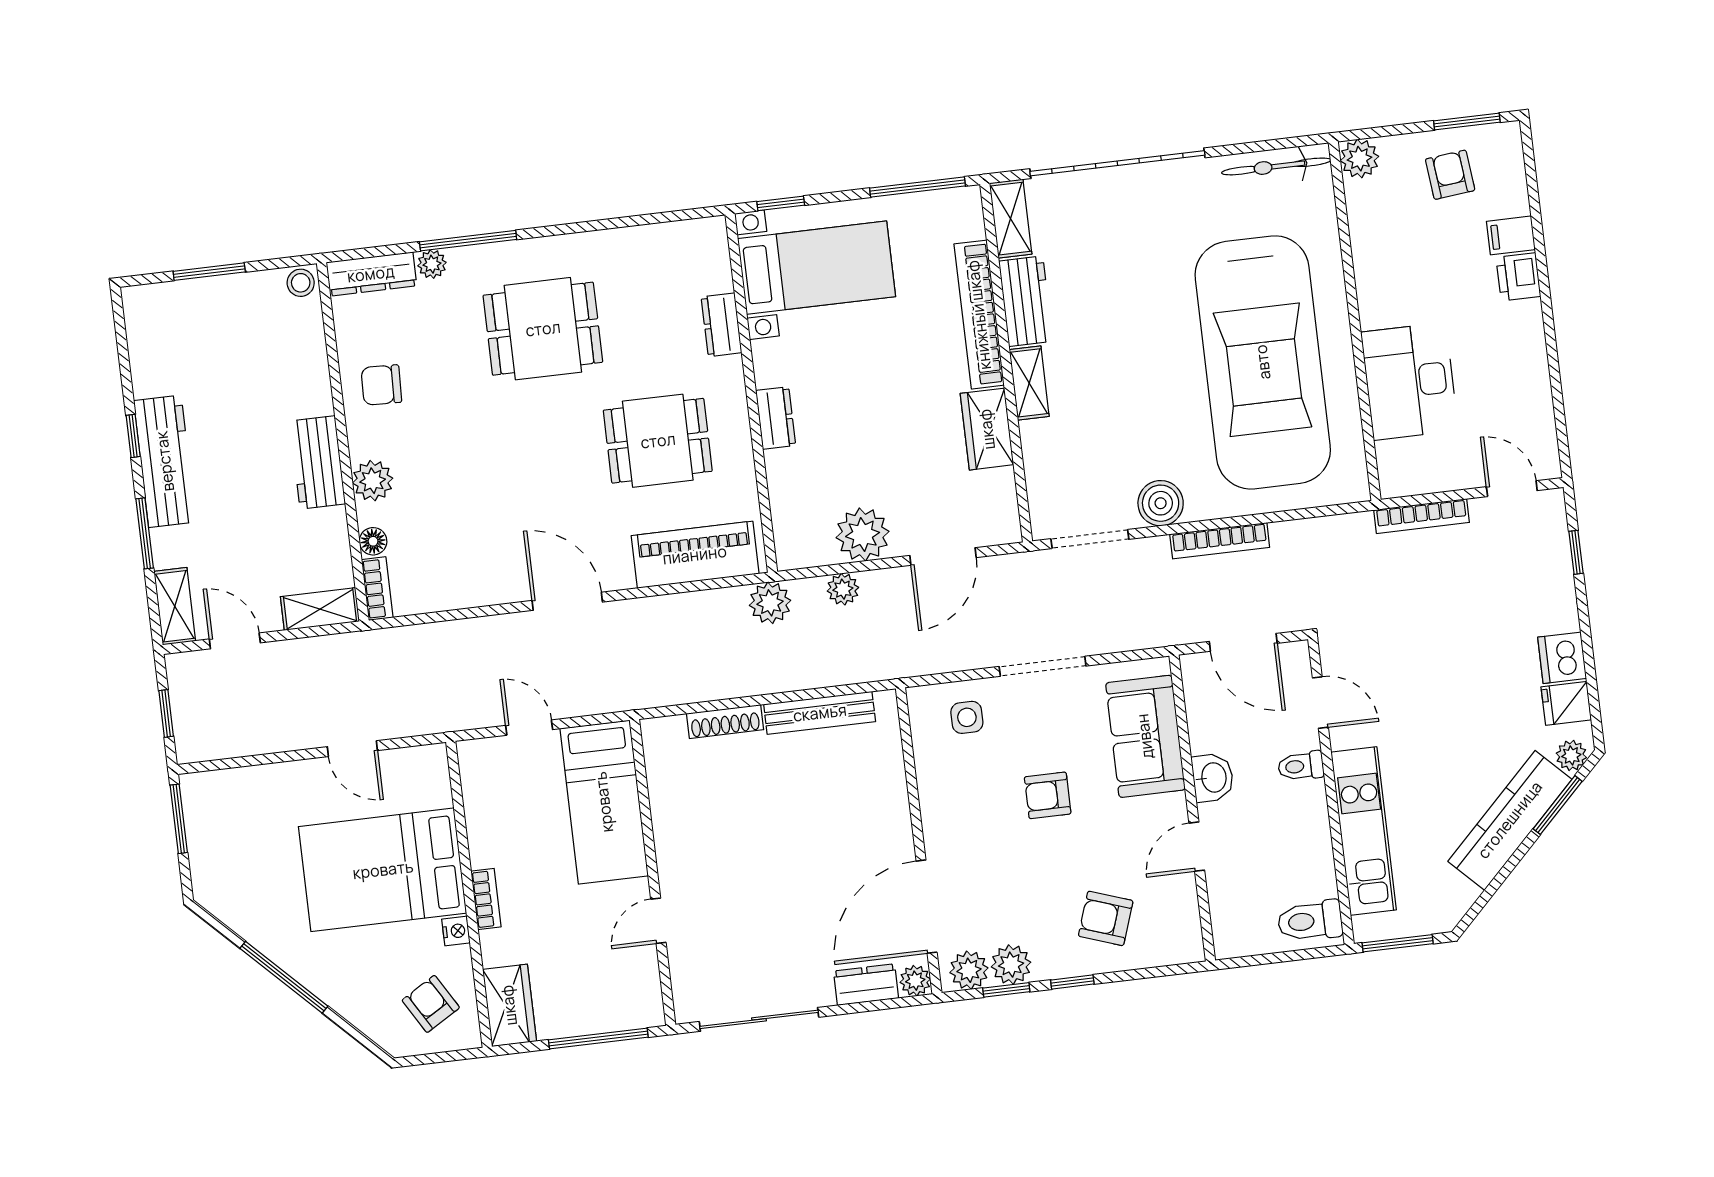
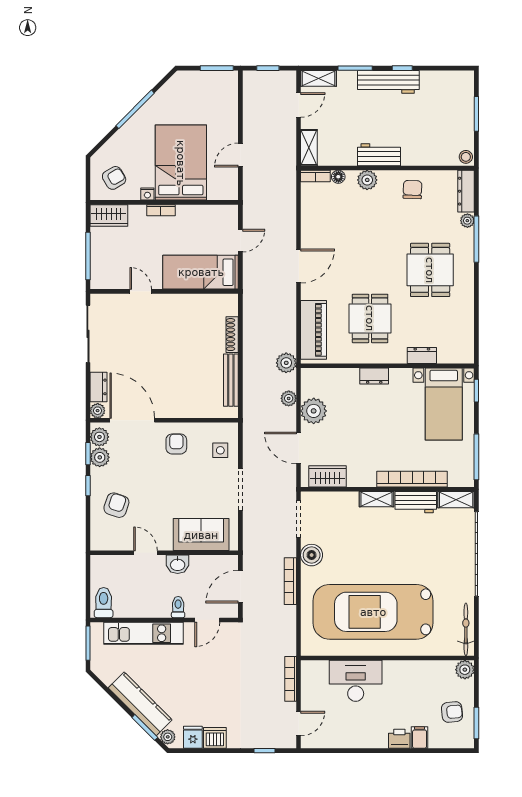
wardrobe: (987, 429) -> (327, 476), moved
armchair: (1048, 795) -> (176, 444), moved

